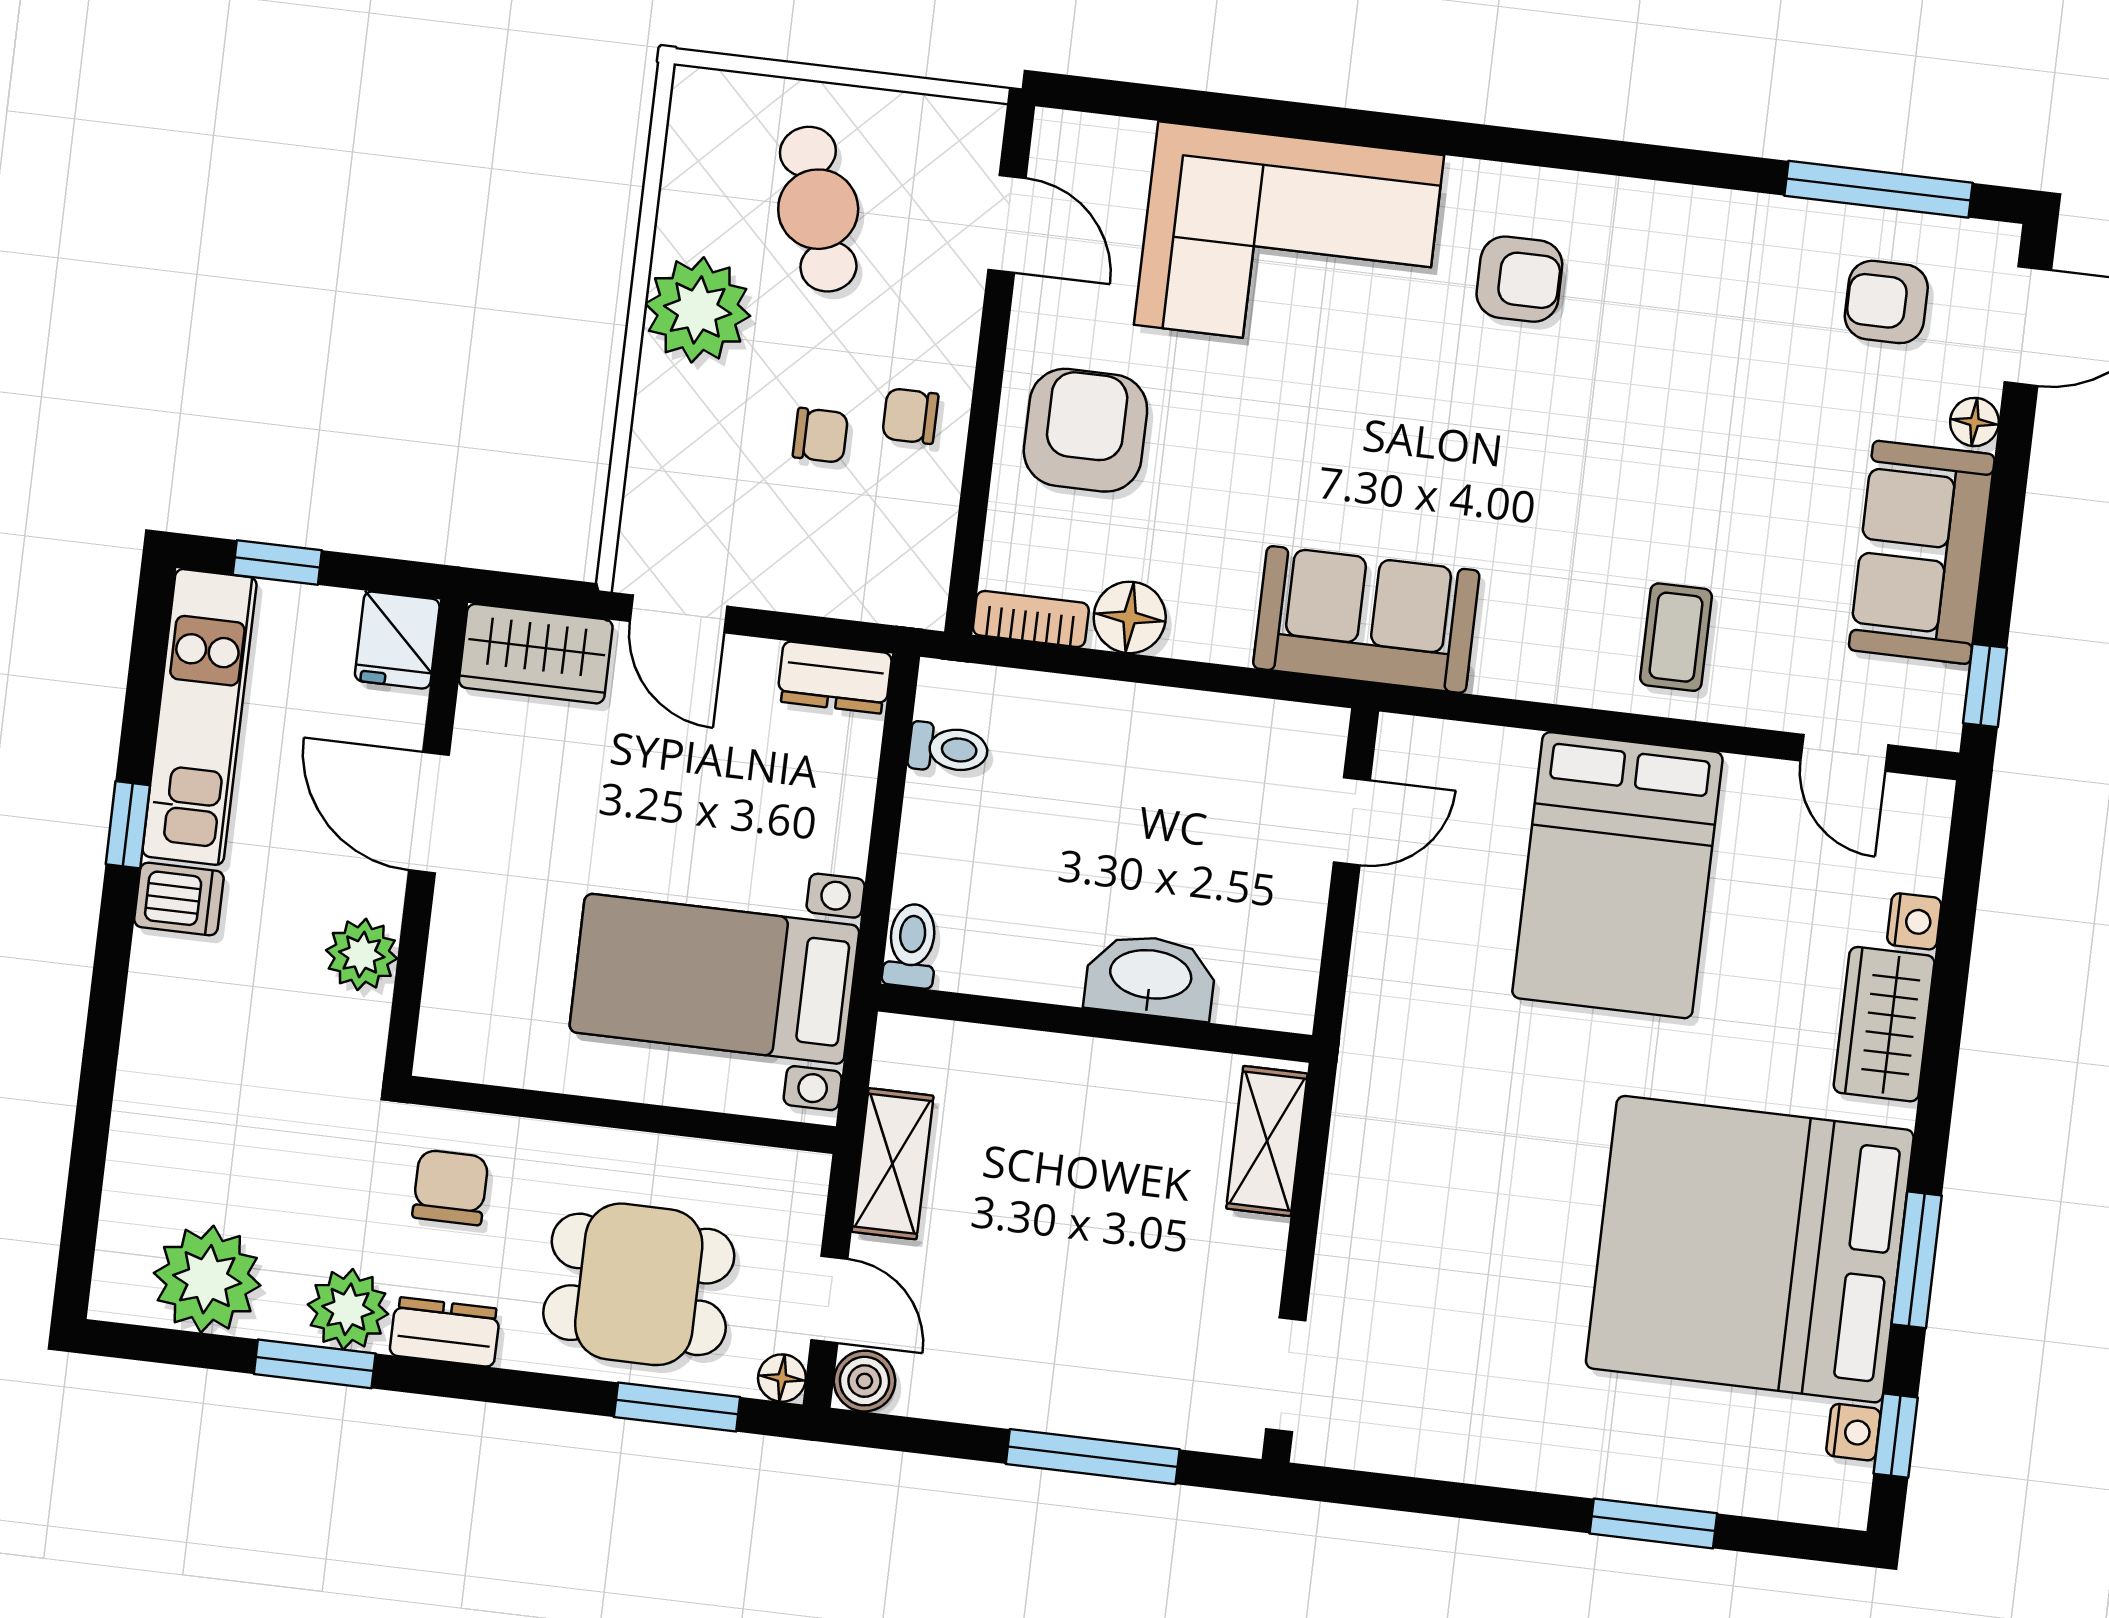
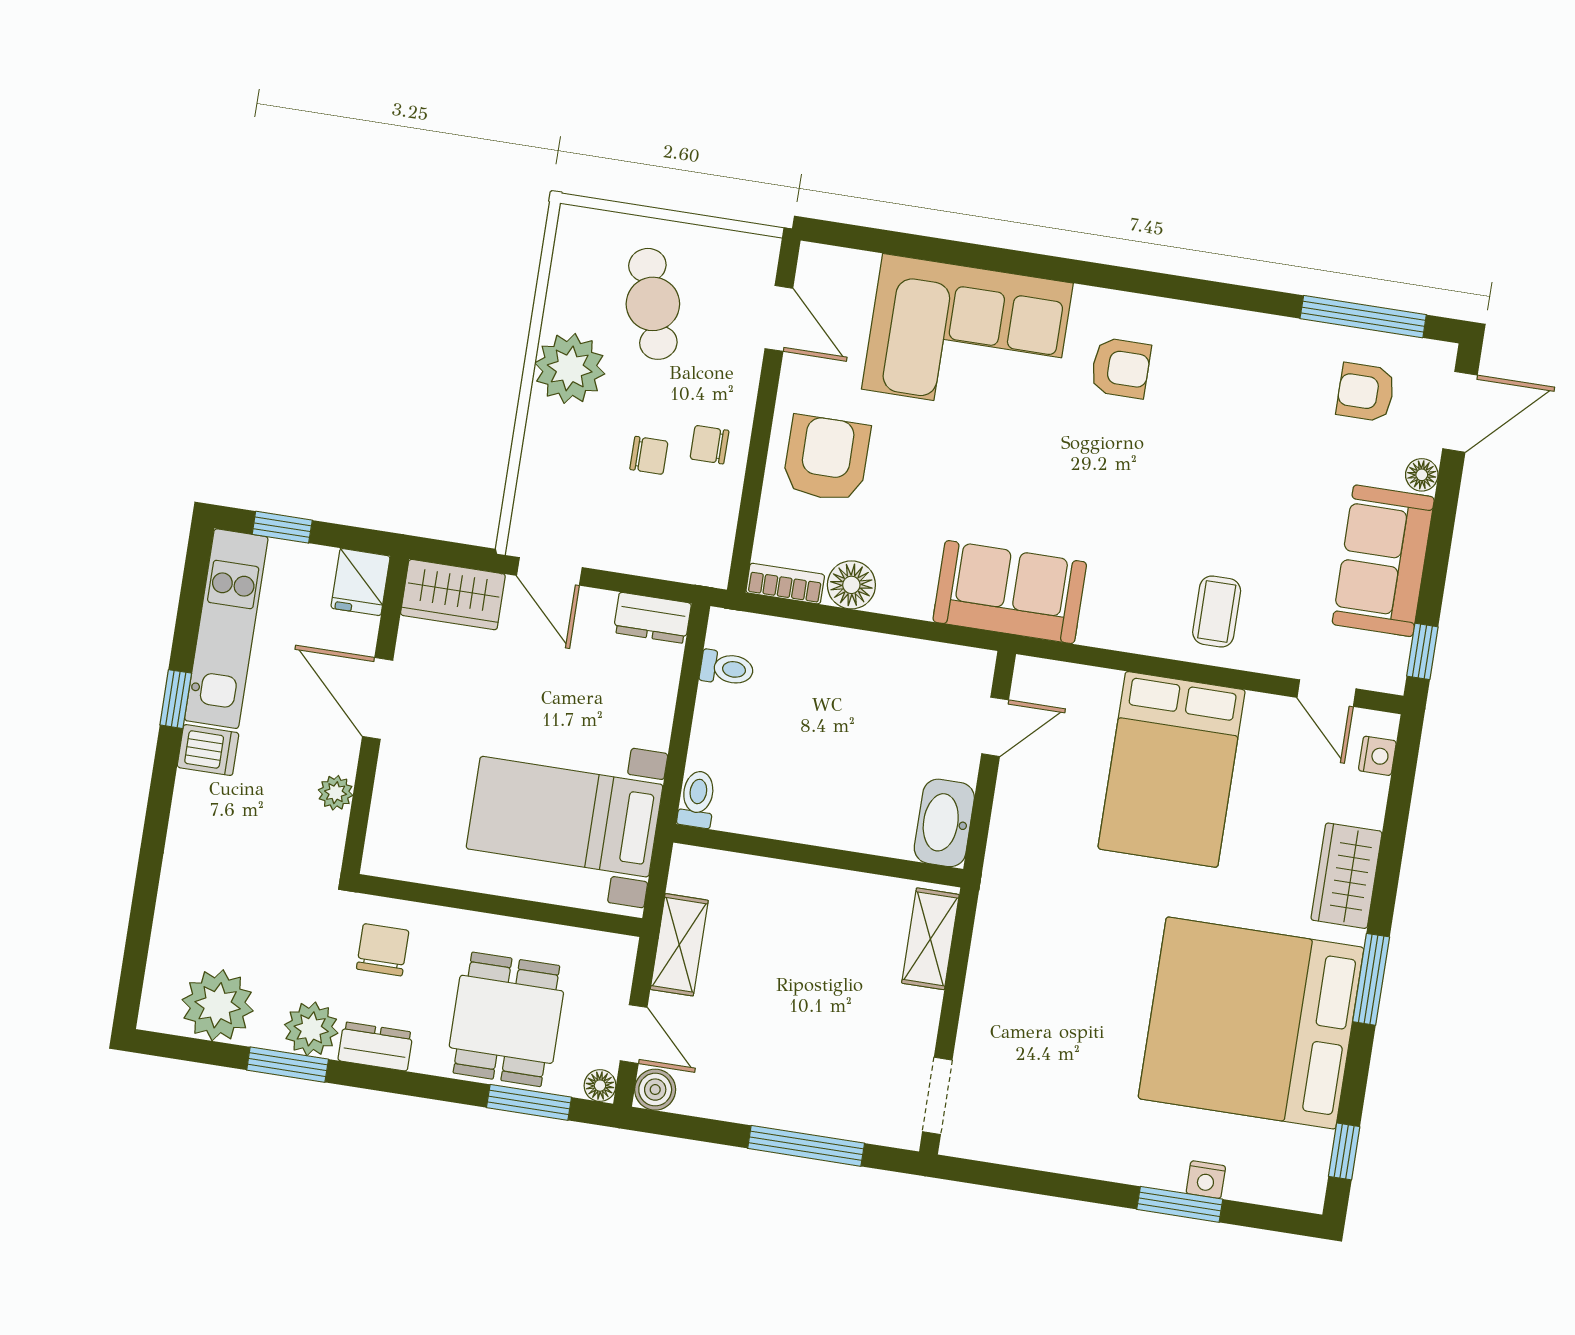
nightstand: (1914, 921) -> (1377, 756), moved
plant: (362, 954) -> (336, 793), width x0.73, depth x0.73
washbasin: (1150, 977) -> (944, 823), moved, turned -90
window: (1917, 1260) -> (1371, 979), moved
dining table: (639, 1284) -> (506, 1019), turned 90
nightstand: (1853, 1432) -> (1206, 1180), moved, turned 90

